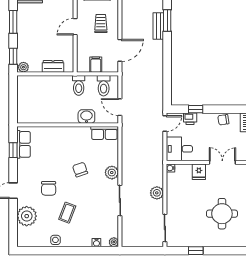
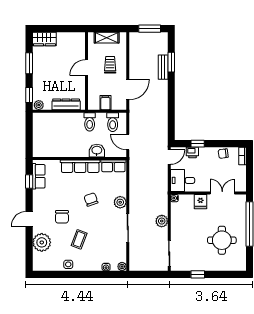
dresser: (53, 66) -> (66, 104), width x1.44
row of seats: (68, 133) -> (80, 166), added

